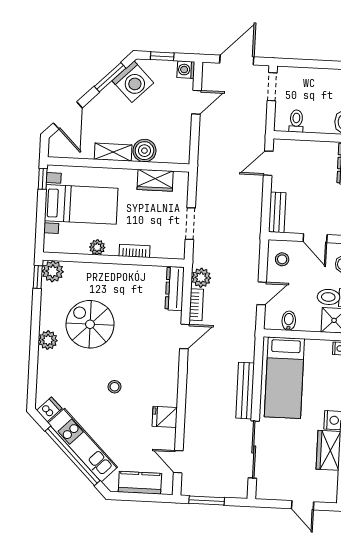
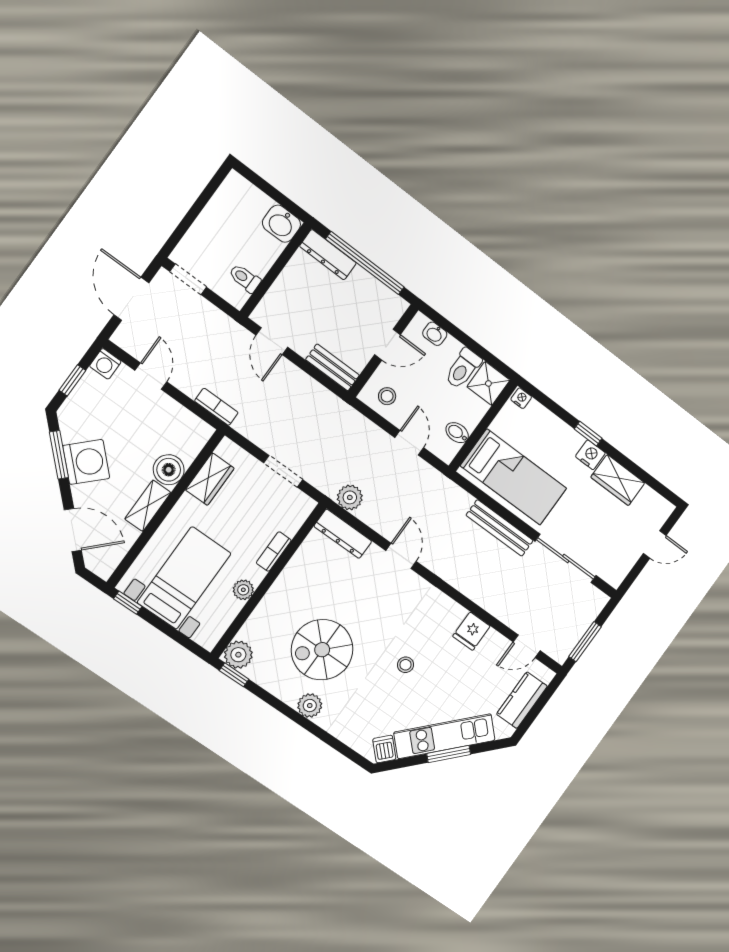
washing machine: (133, 82) -> (86, 462), moved
bookcase: (196, 305) -> (216, 407), moved
window: (73, 456) -> (449, 754), width x0.47

